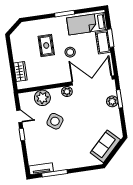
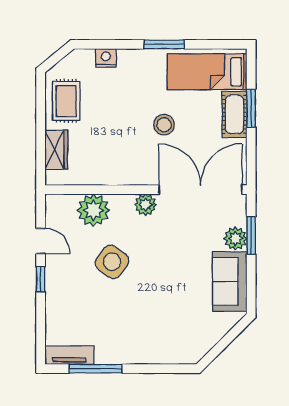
nightstand: (38, 24) -> (106, 58), added
rug: (46, 45) -> (66, 101), moved
sofa: (105, 146) -> (230, 282), moved, turned -45

